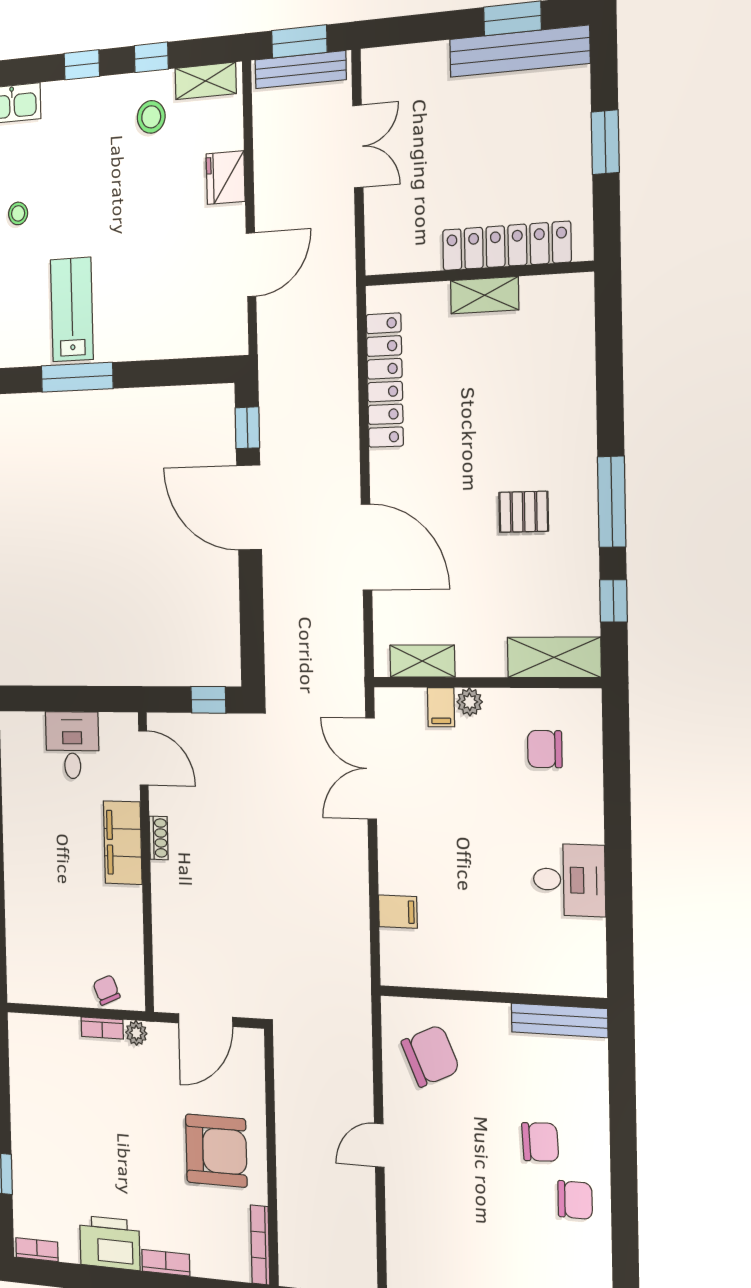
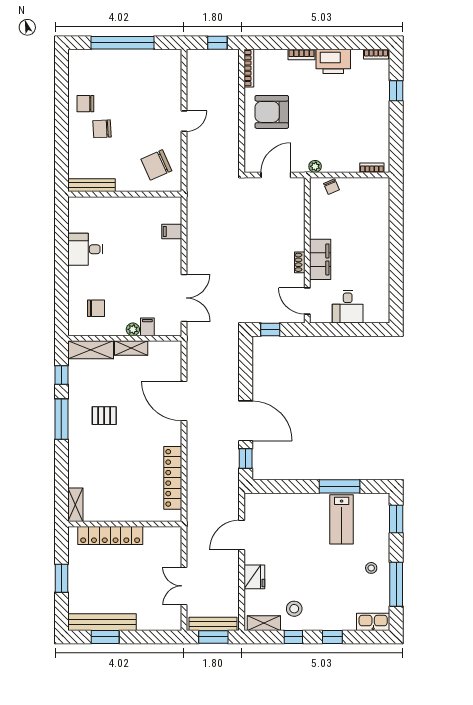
shelving: (485, 295) -> (75, 505), moved, turned 90
shelving: (422, 661) -> (131, 348), moved
bookcase: (102, 1028) -> (372, 168), moved

